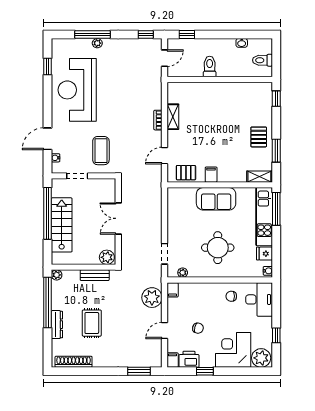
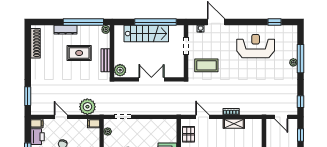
reception desk: (77, 90) -> (256, 46), width x0.74, depth x0.77
rug: (92, 323) -> (79, 53), moved

